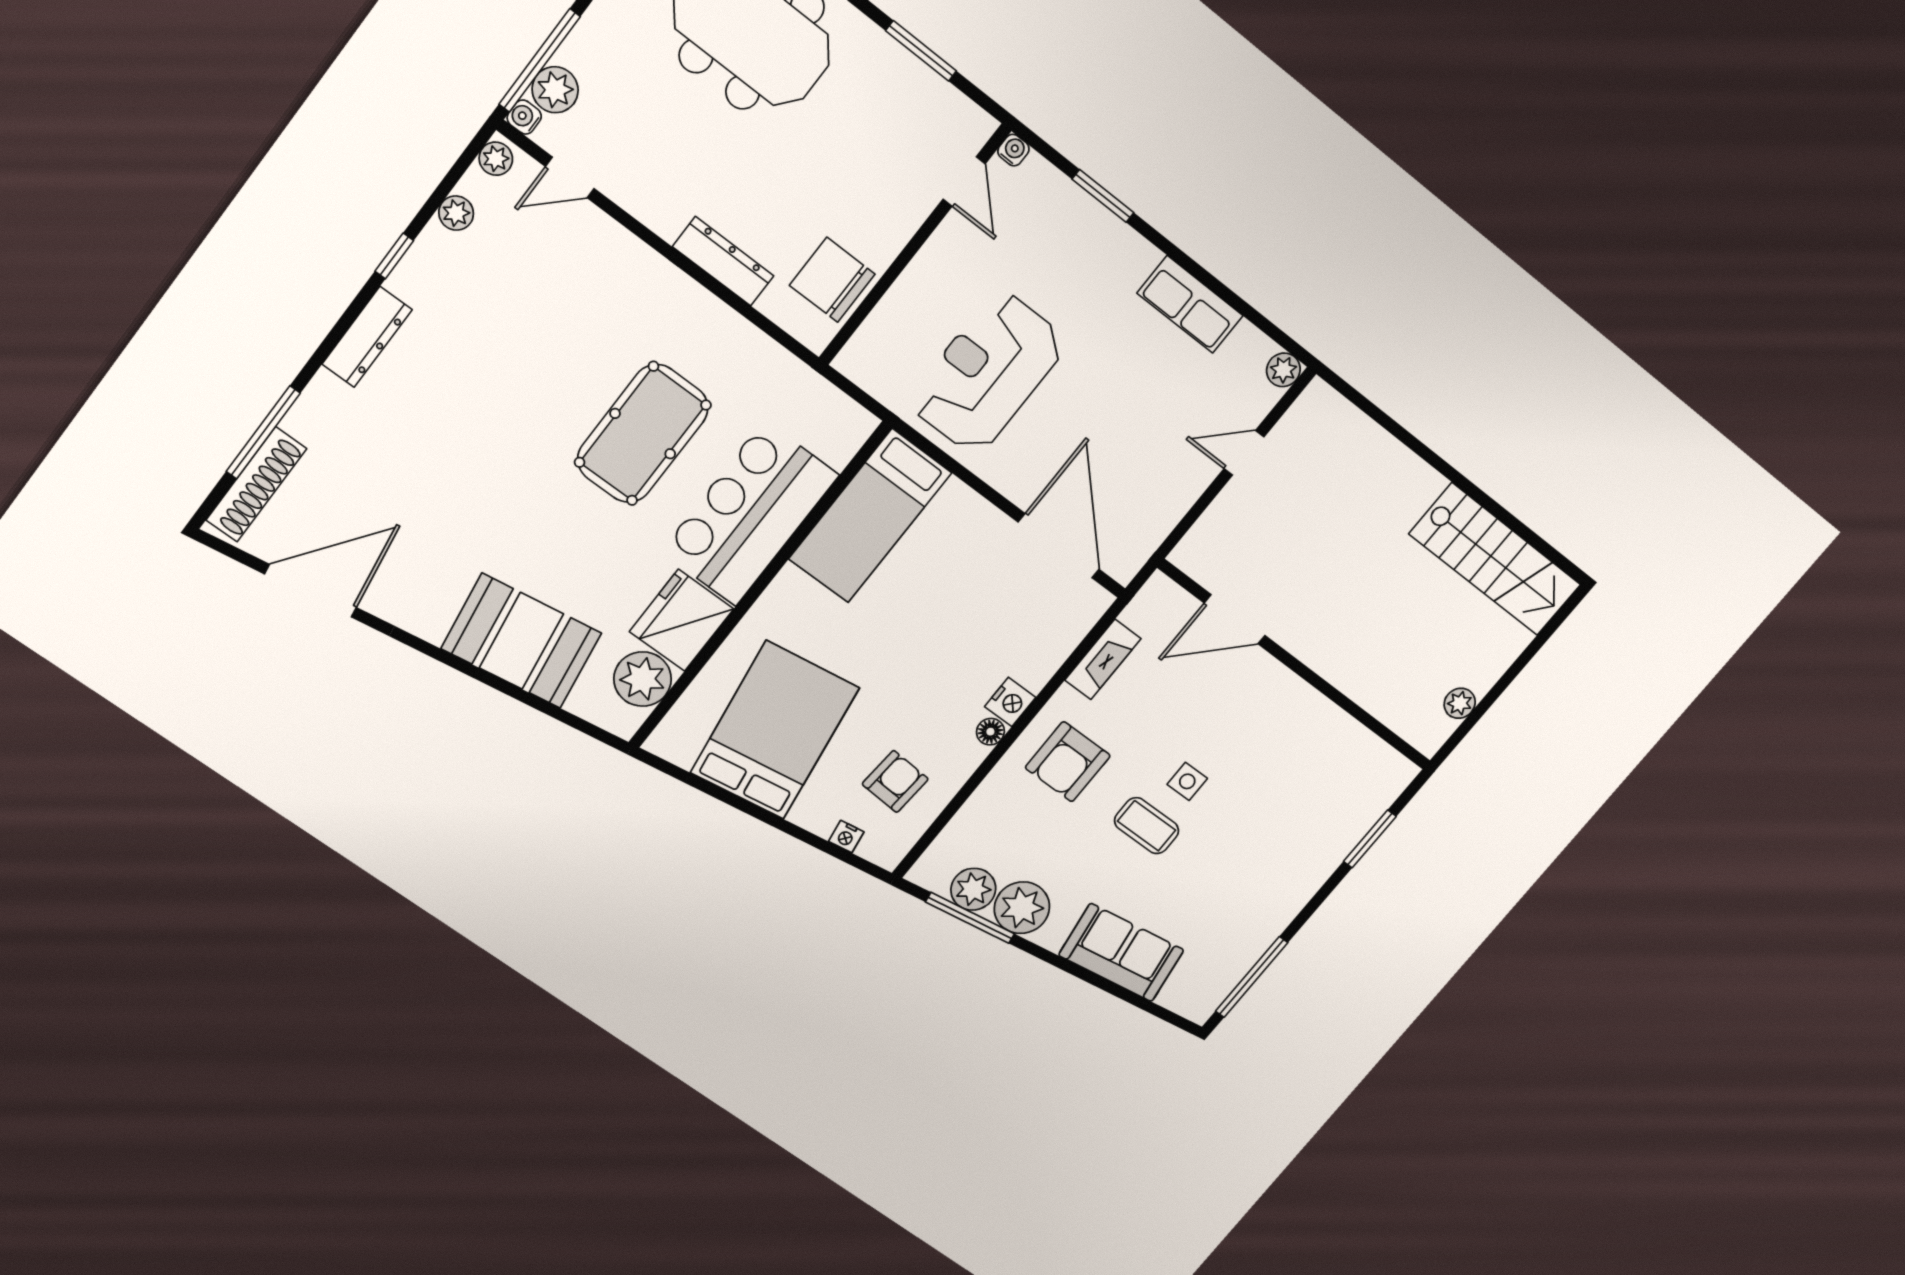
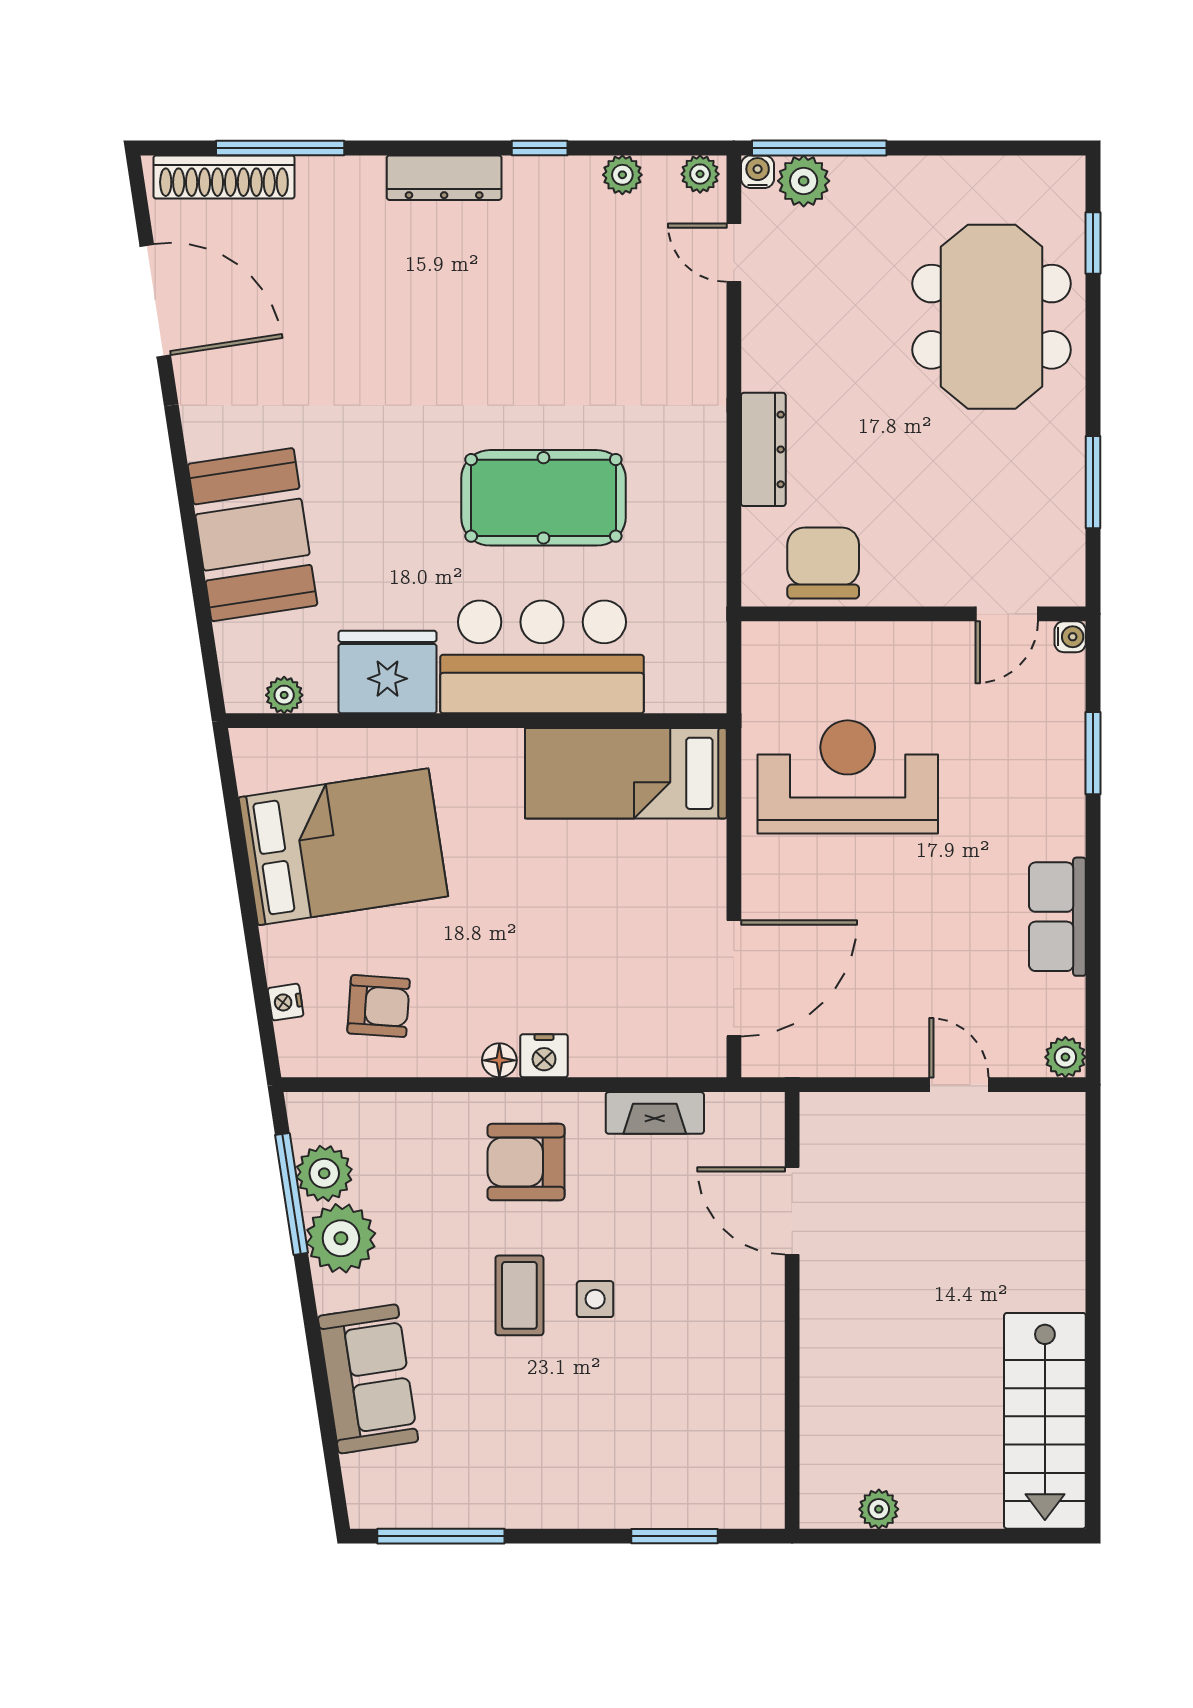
plant: (643, 679) -> (284, 695), width x0.53, depth x0.53

